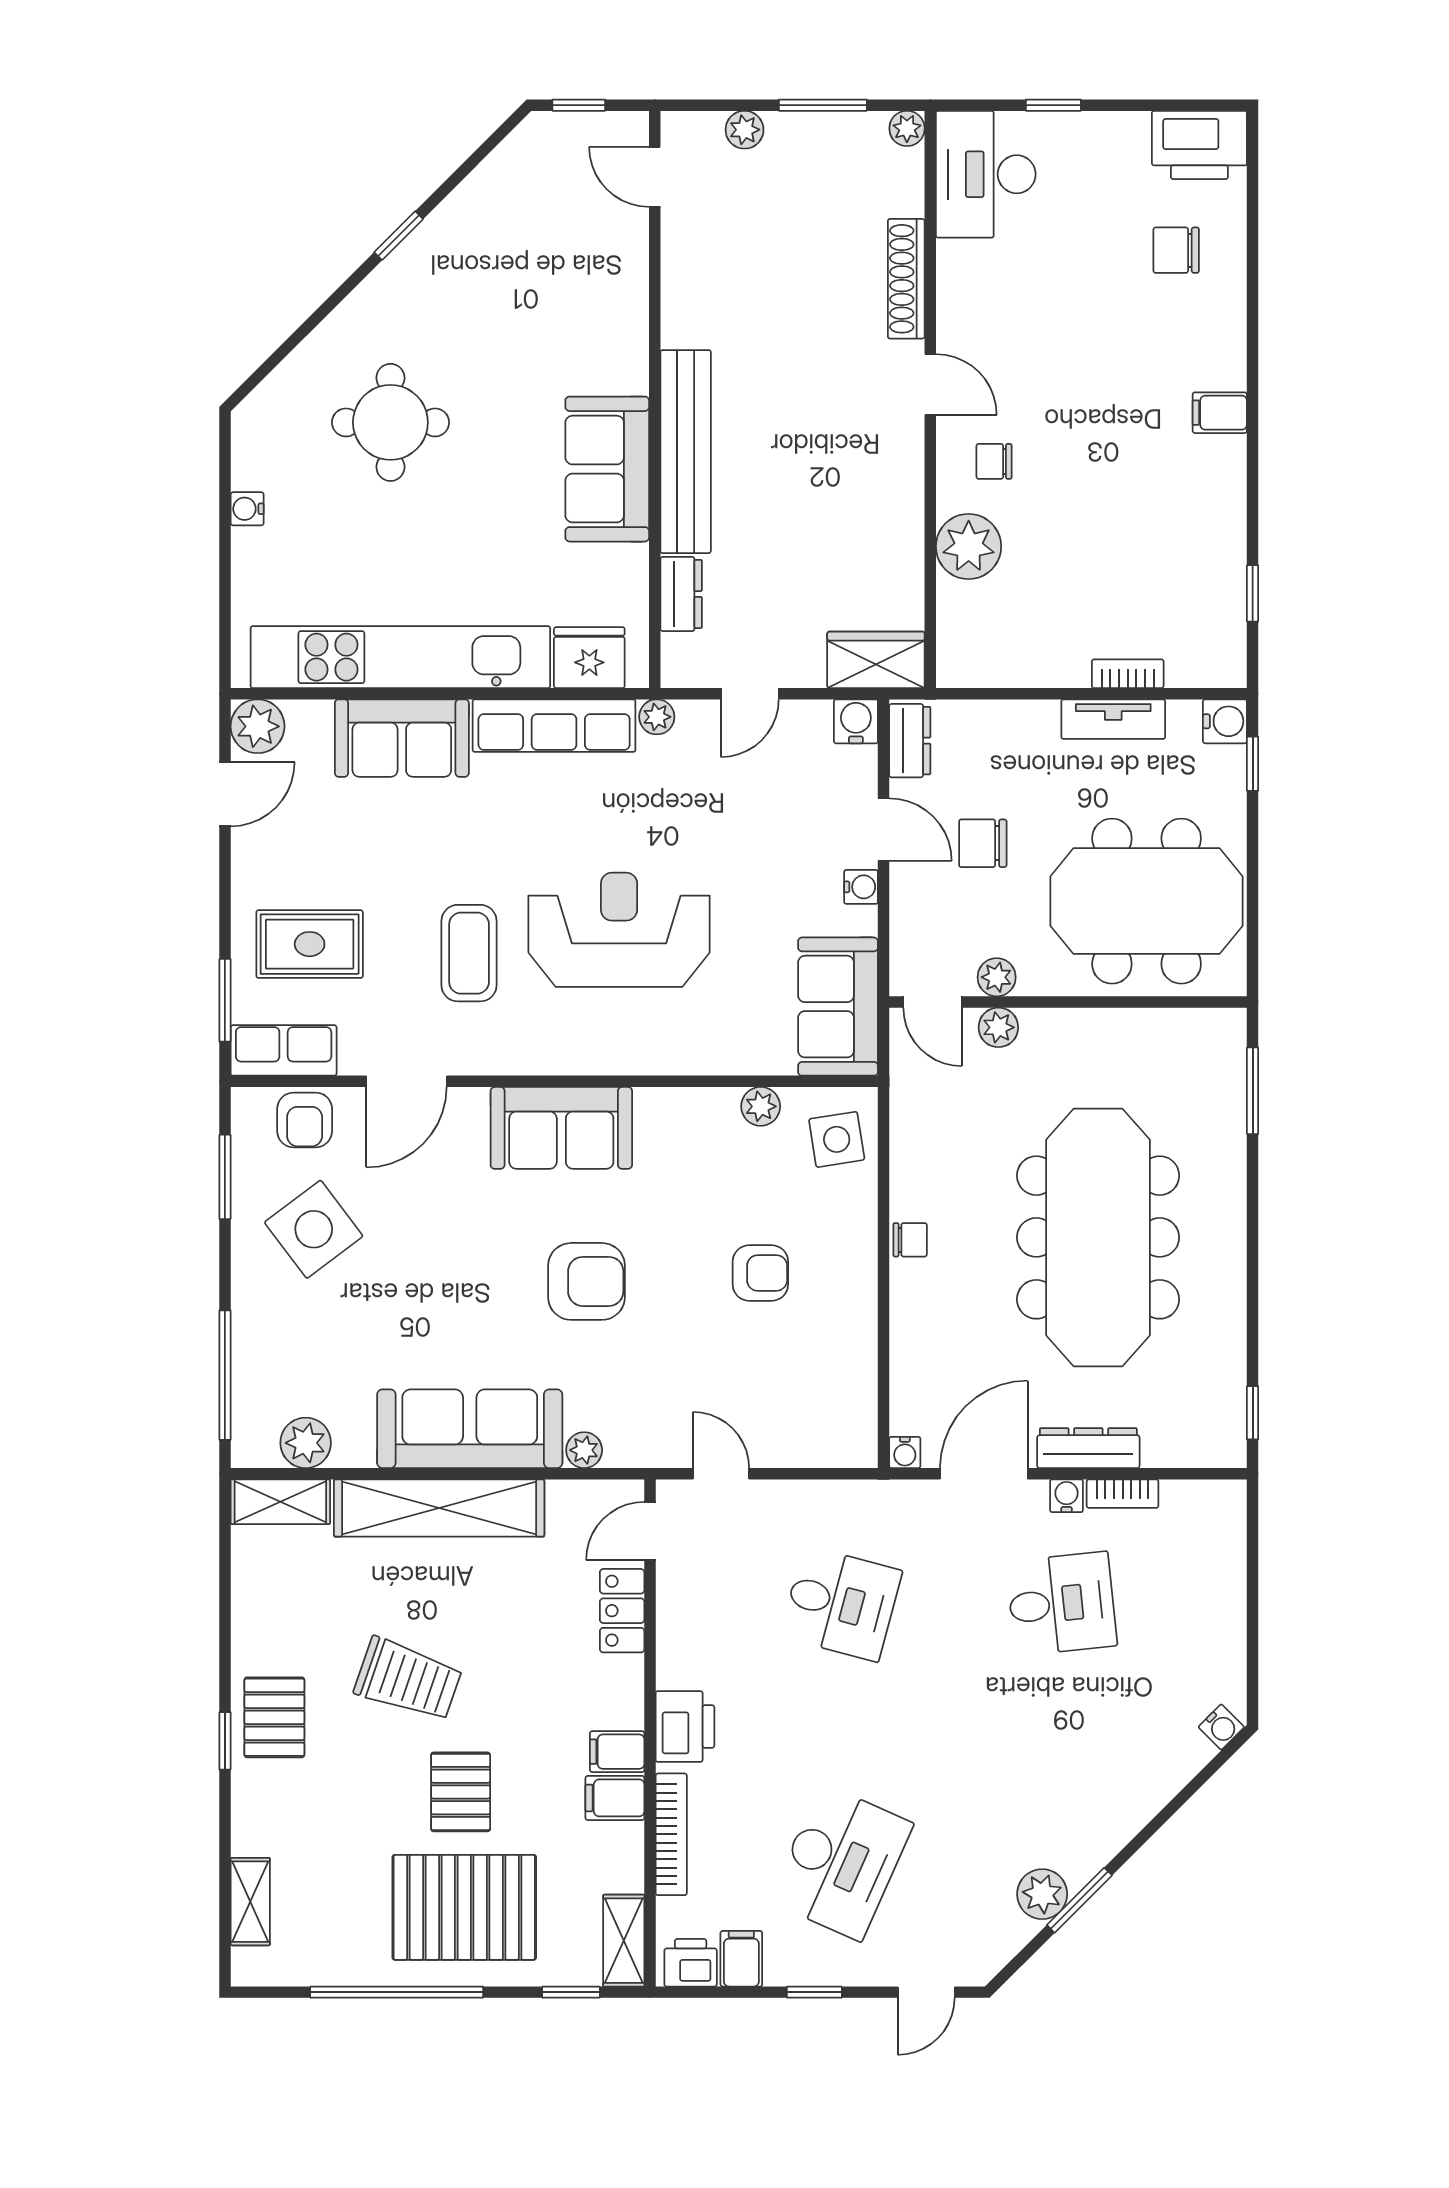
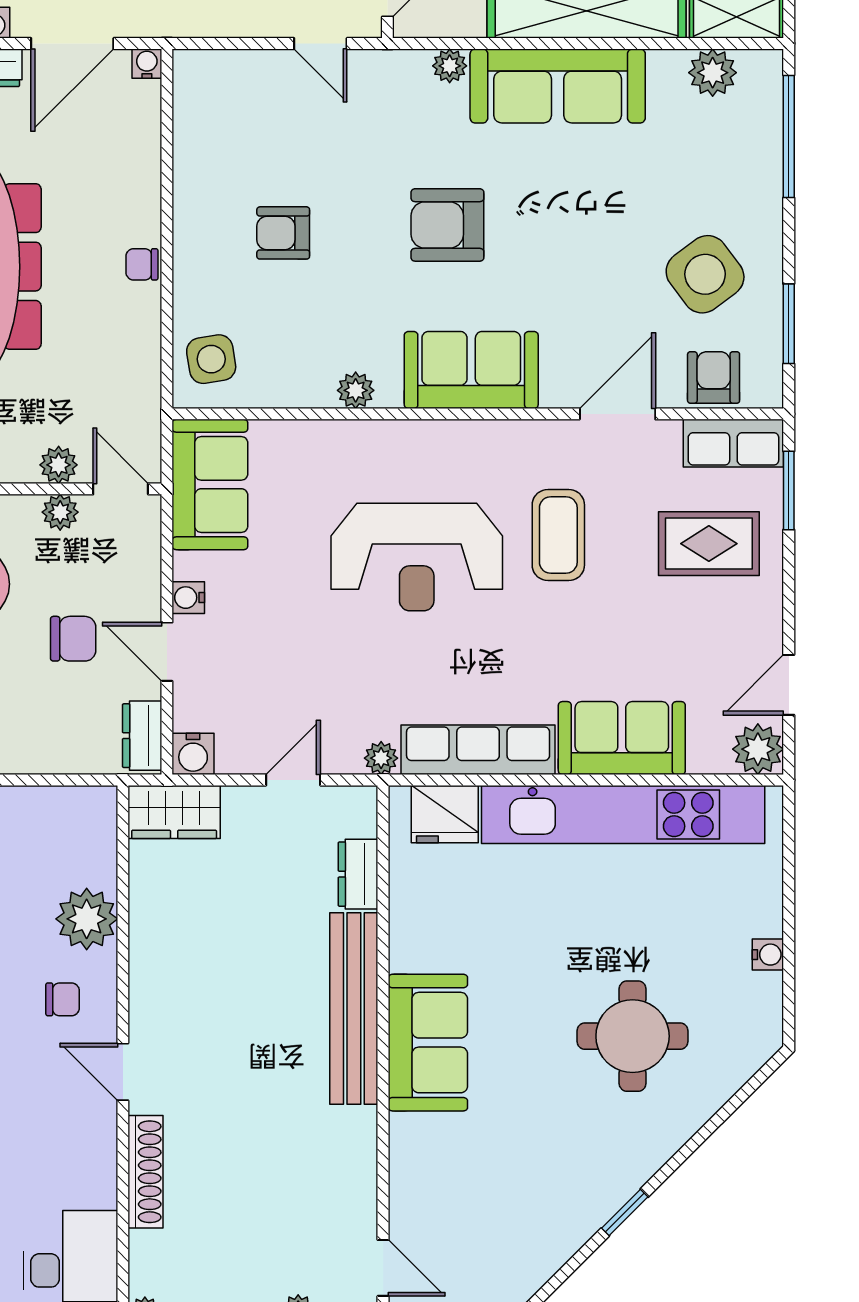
sofa: (607, 469) -> (428, 1043), moved
plant: (761, 1106) -> (356, 390), moved

